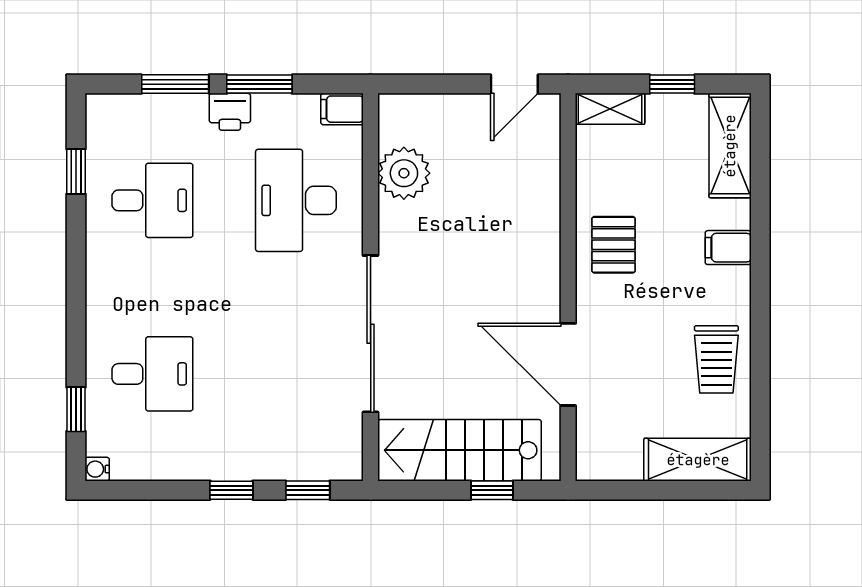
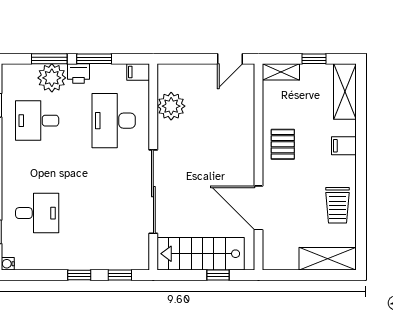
plant: (180, 120) -> (52, 78), added
desk: (152, 200) -> (37, 121), turned 180

